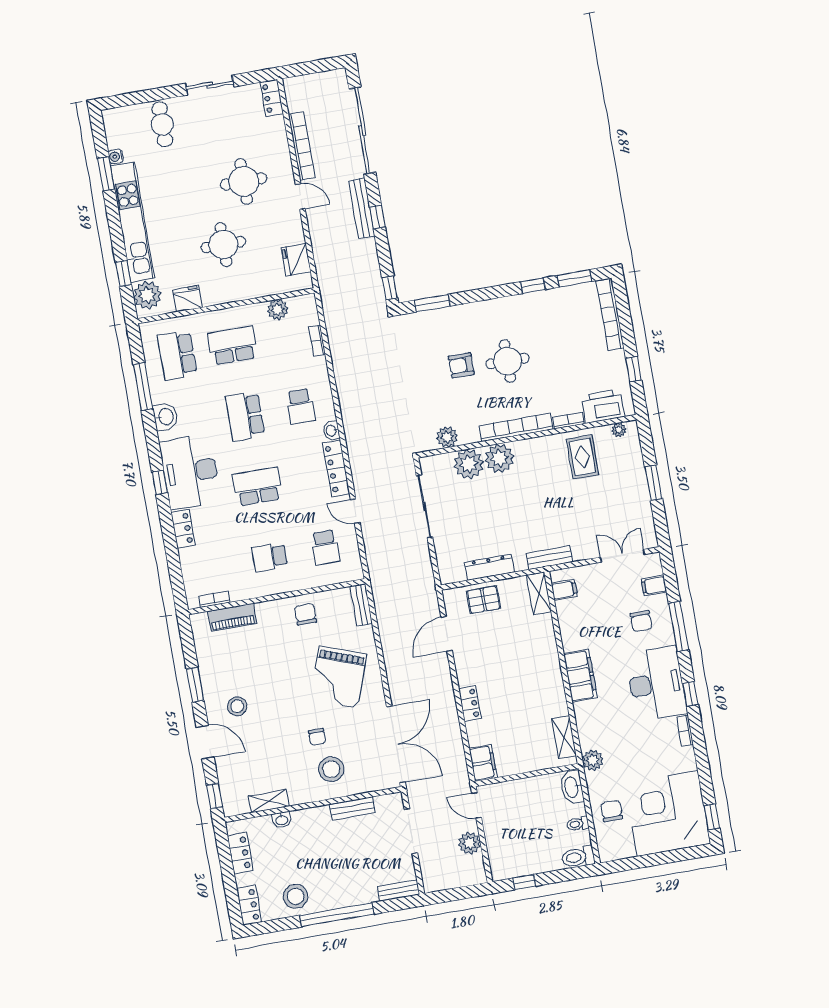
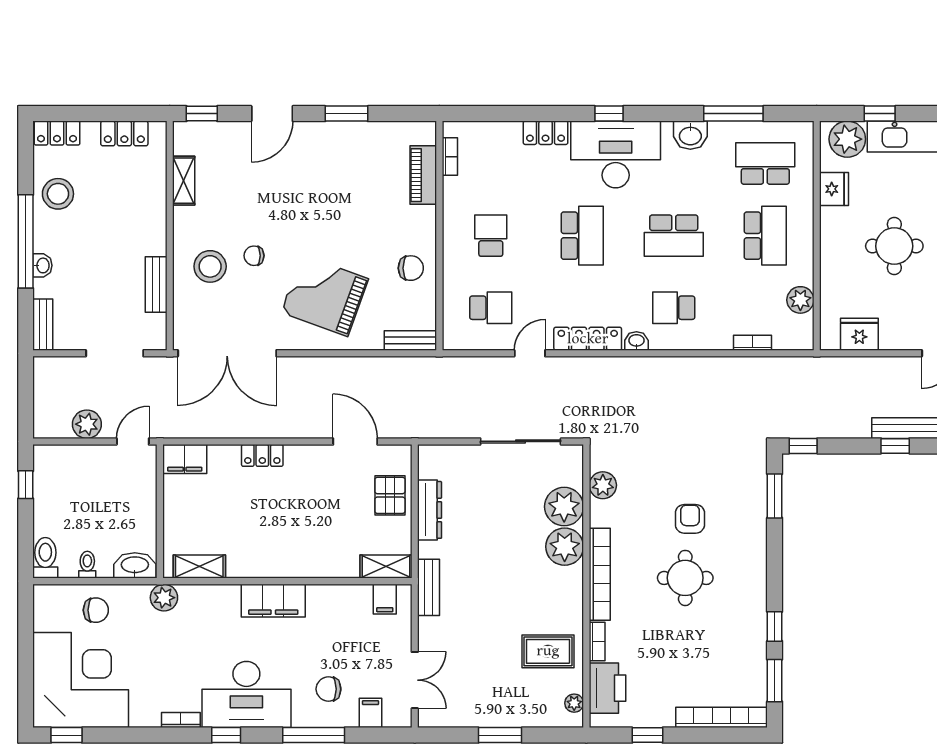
school desk: (245, 416) -> (674, 236), turned 180
school desk: (325, 547) -> (491, 308), turned 180
stool: (237, 706) -> (310, 162), removed
washbasin: (282, 820) -> (42, 265), moved, turned 180

